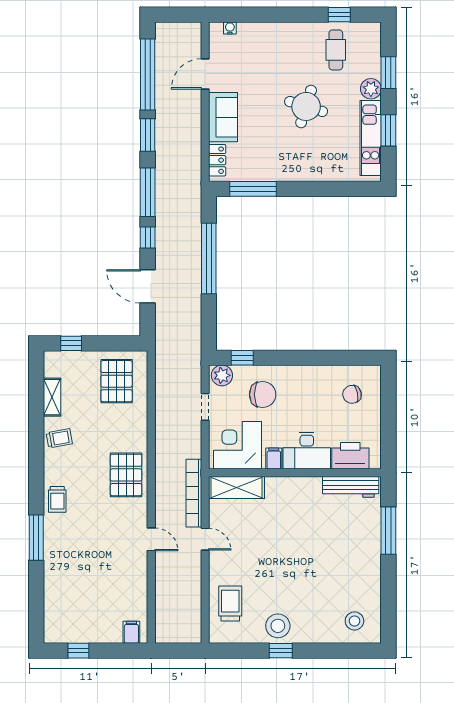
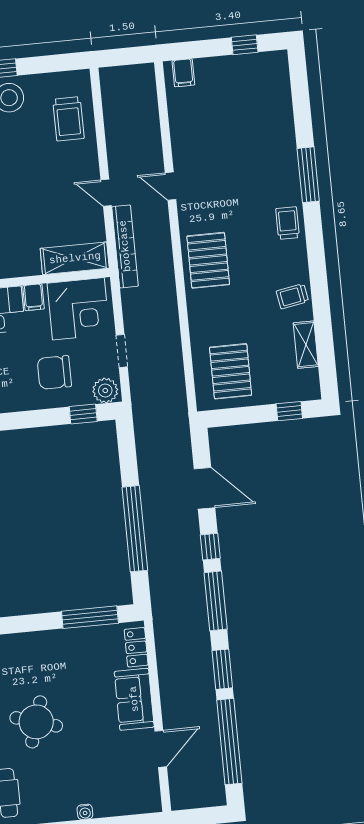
water cooler: (230, 28) -> (85, 812), moved

